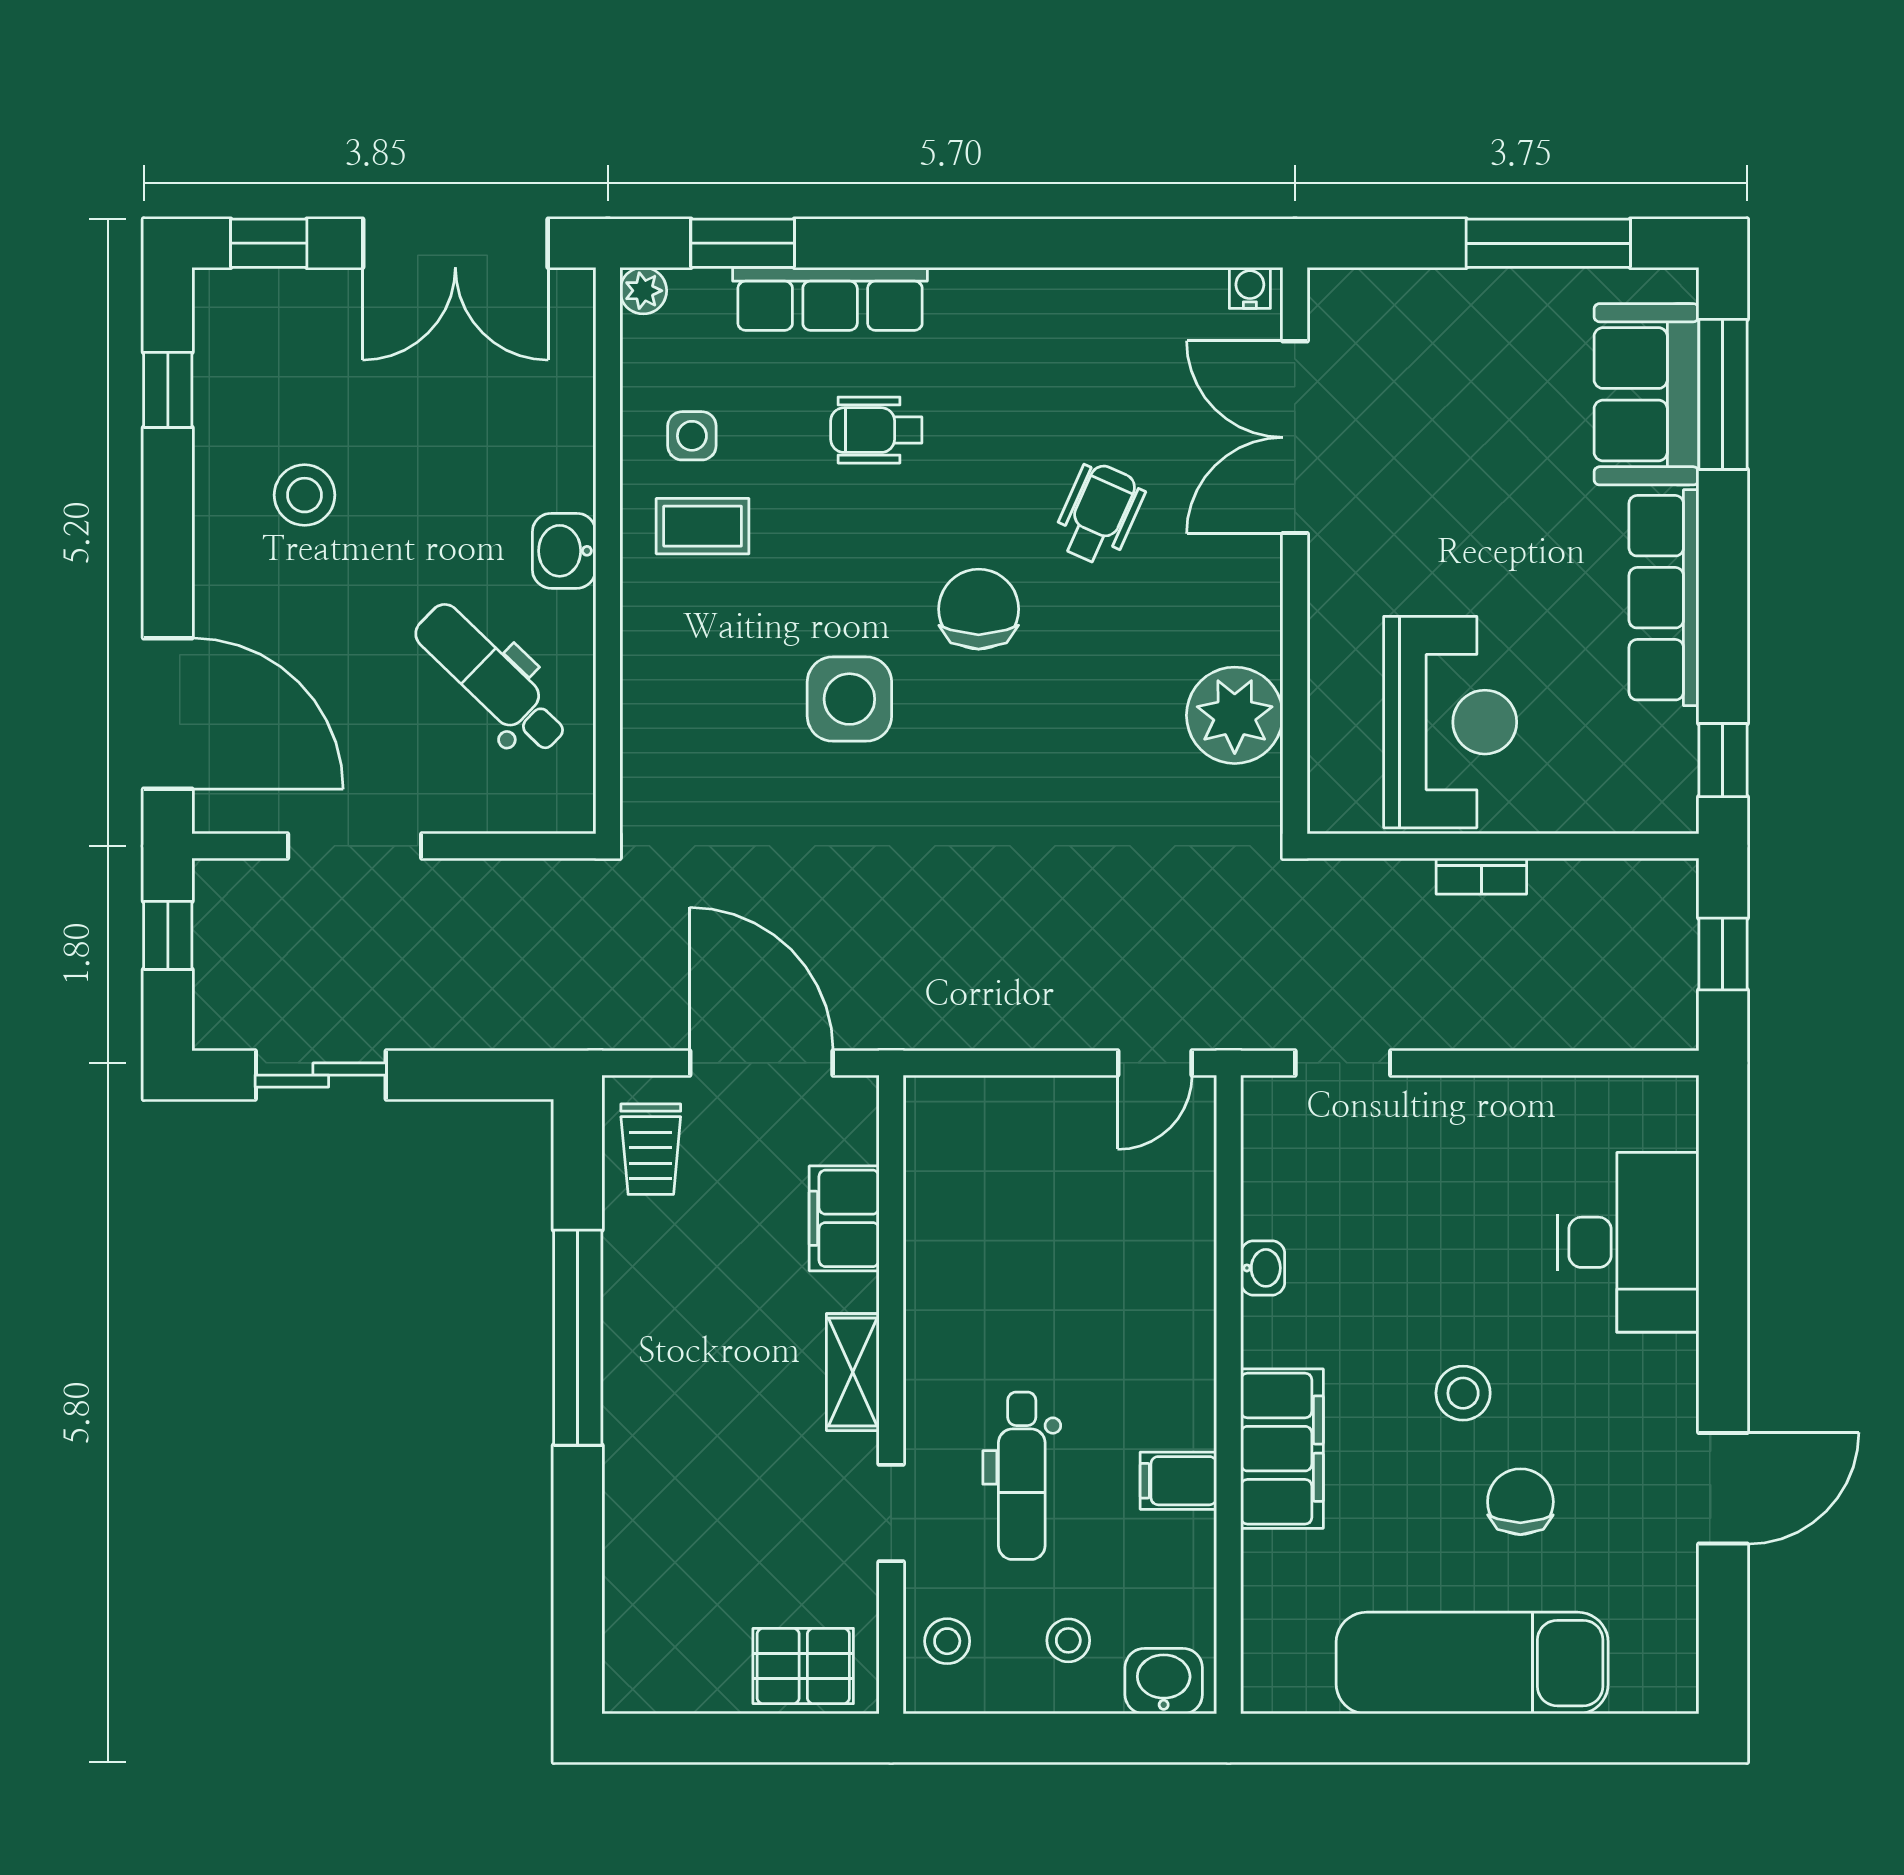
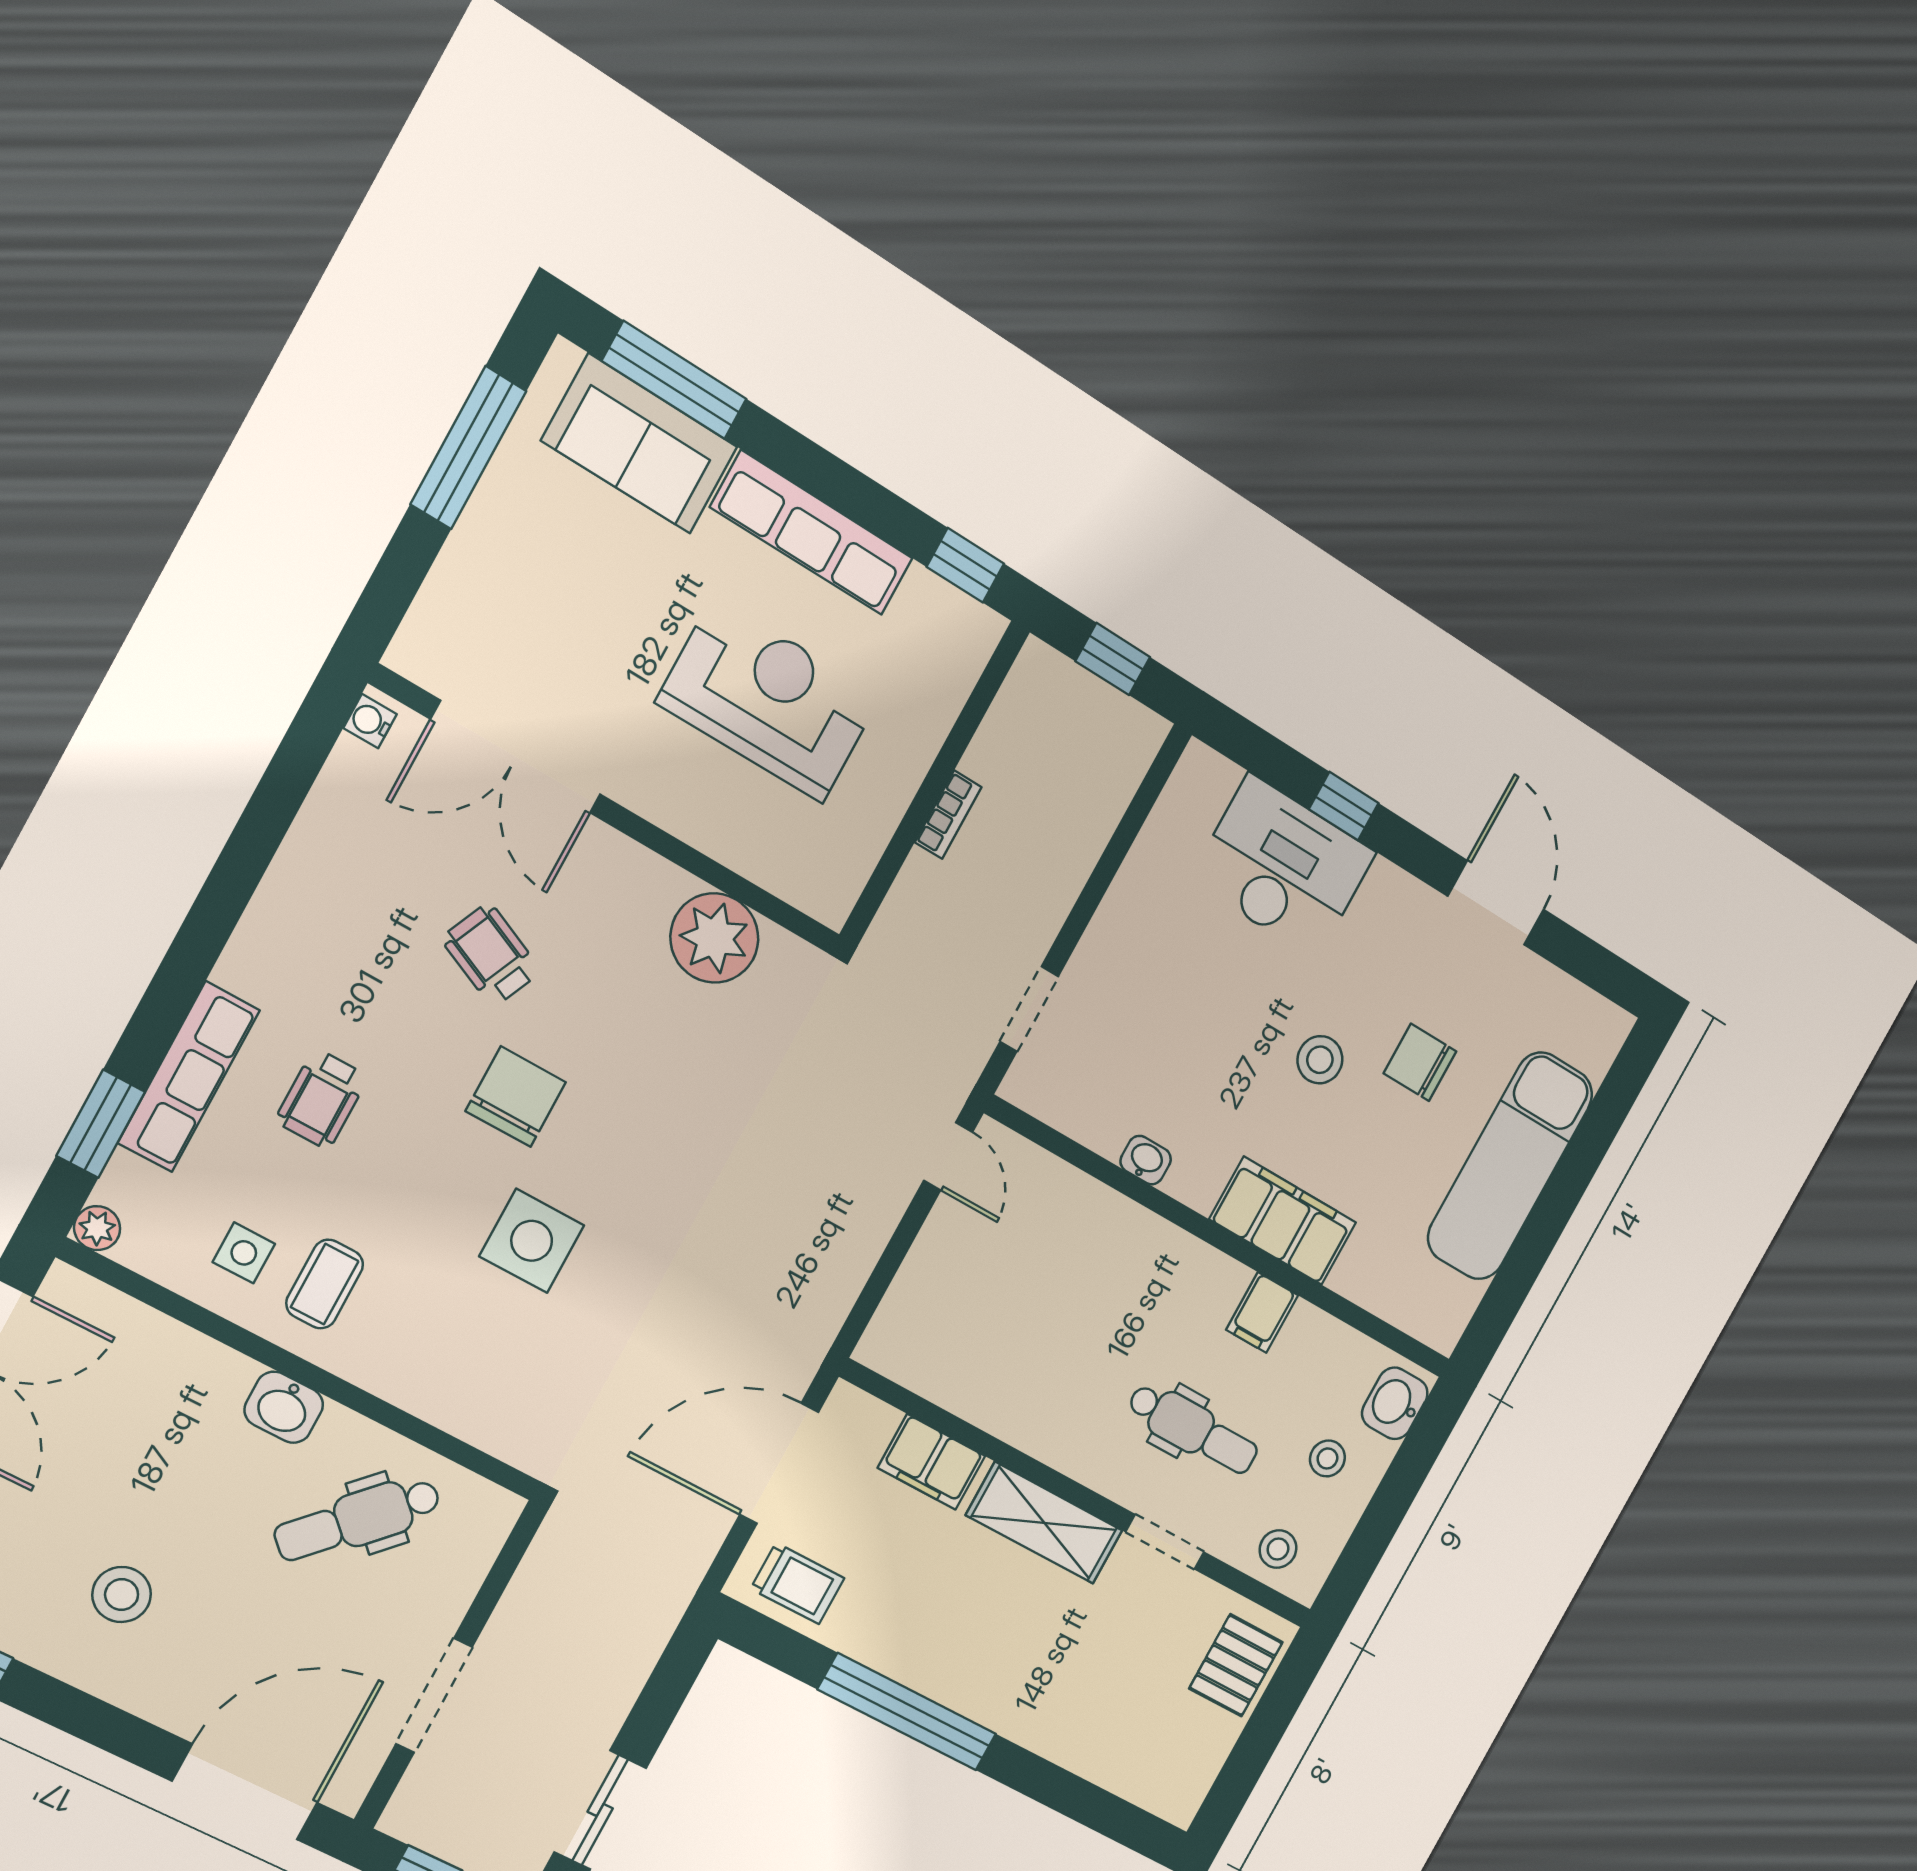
chair: (979, 609) -> (516, 1097), turned 90
reception desk: (1450, 722) -> (769, 700), moved
window: (1723, 1271) -> (1344, 806), added
shelving: (853, 1372) -> (1044, 1523), width x1.50, depth x1.33

